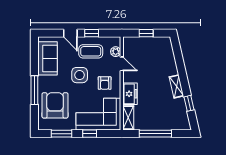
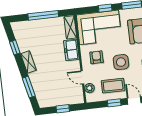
window: (179, 60) -> (29, 87), added

